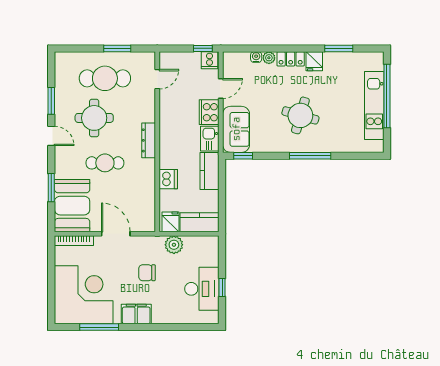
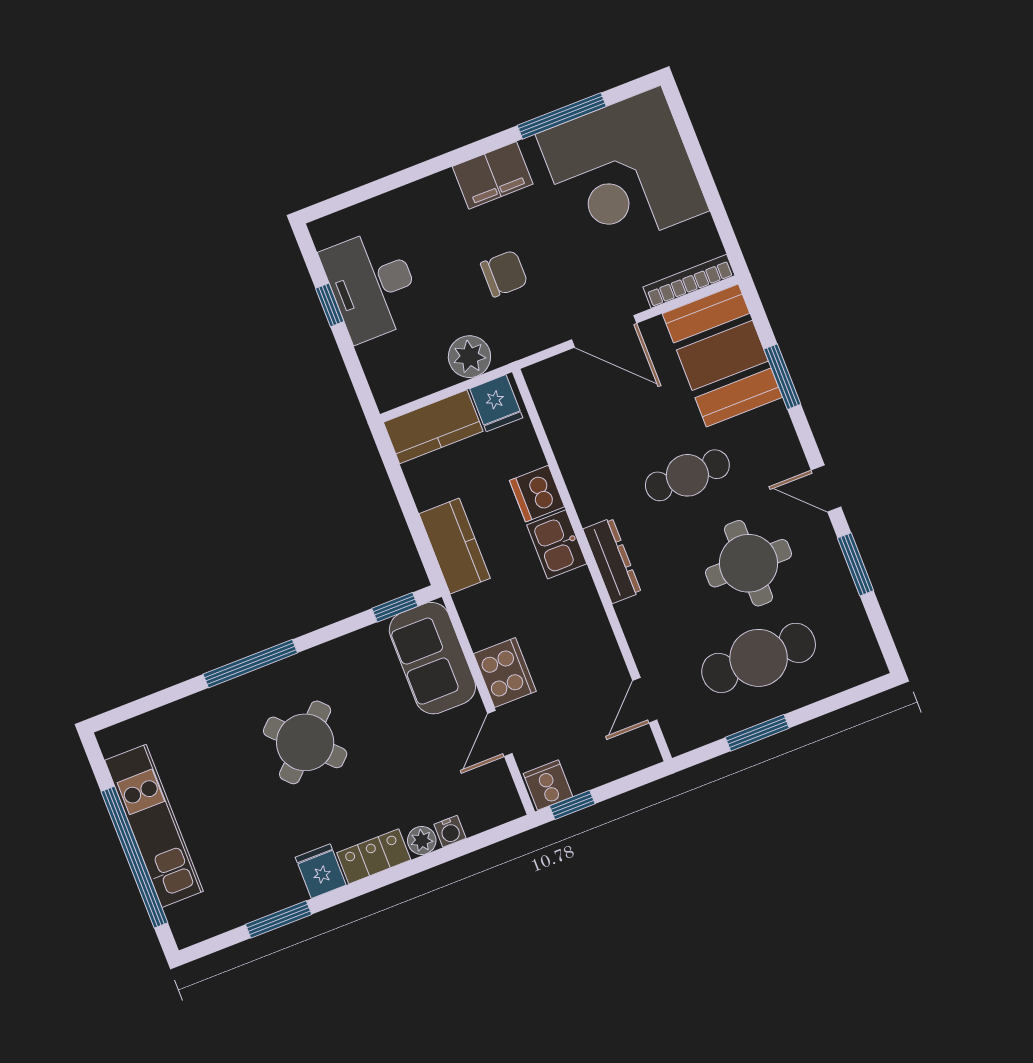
round table: (300, 115) -> (305, 742), turned 30
kitchen sink: (210, 139) -> (557, 544), moved, turned 180

